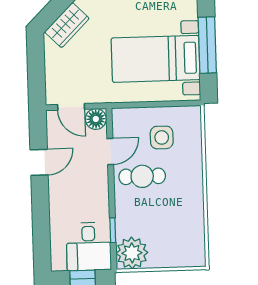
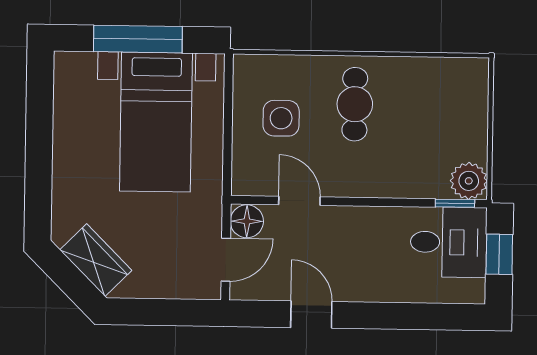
cafe table: (142, 176) -> (355, 104), moved
window: (113, 230) -> (455, 203), moved
plant: (132, 253) -> (469, 181), width x0.73, depth x0.73

